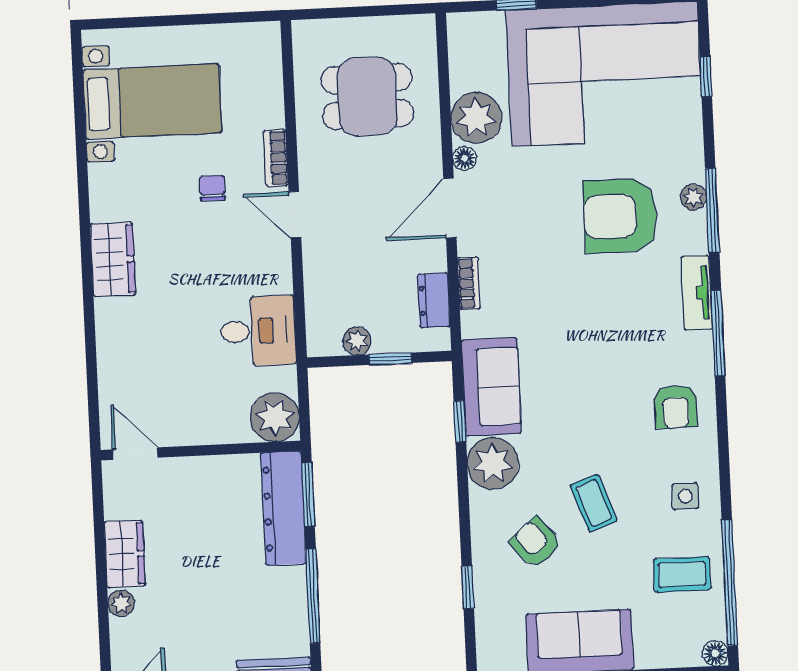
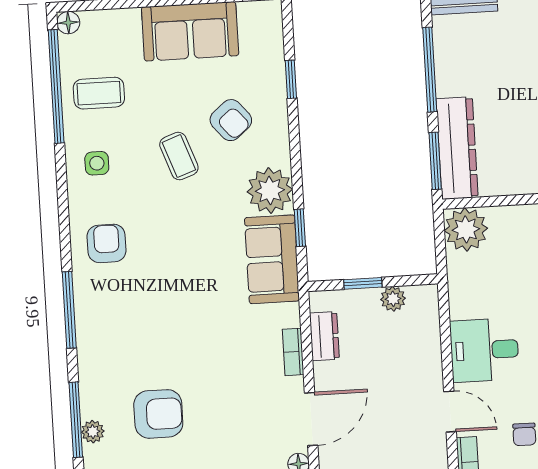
armchair: (620, 216) -> (158, 414), width x0.73, depth x0.73
tv unit: (697, 293) -> (89, 346), removed
desk: (258, 331) -> (484, 350), moved

